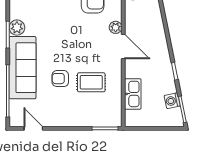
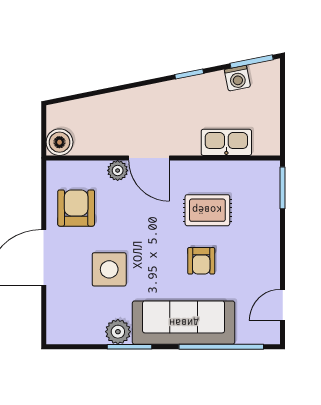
side table: (55, 22) -> (109, 269), added
door: (123, 47) -> (149, 158), swing flipped
rug: (91, 82) -> (207, 210), turned 90

